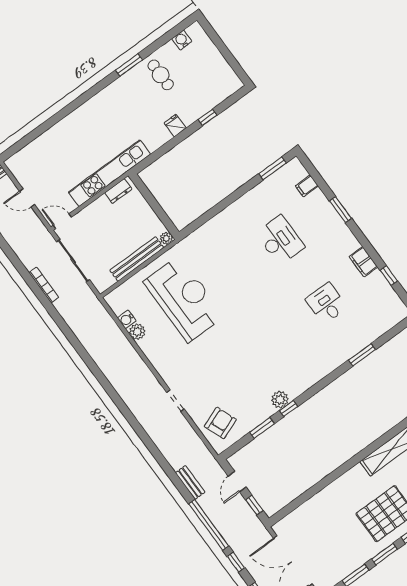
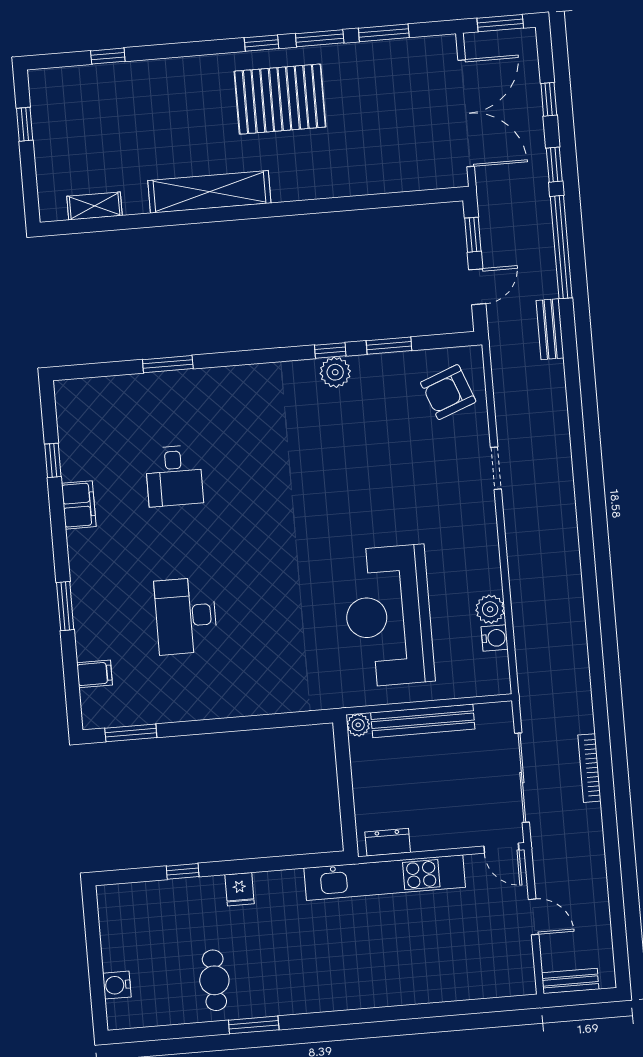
water cooler: (182, 40) -> (117, 985), moved, turned 90

